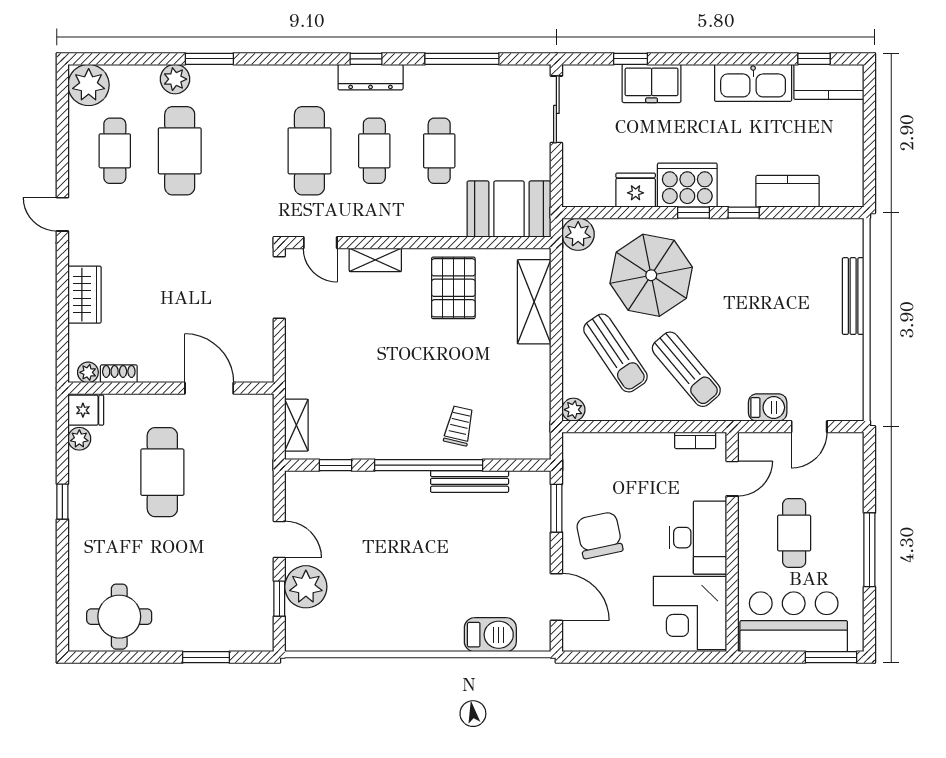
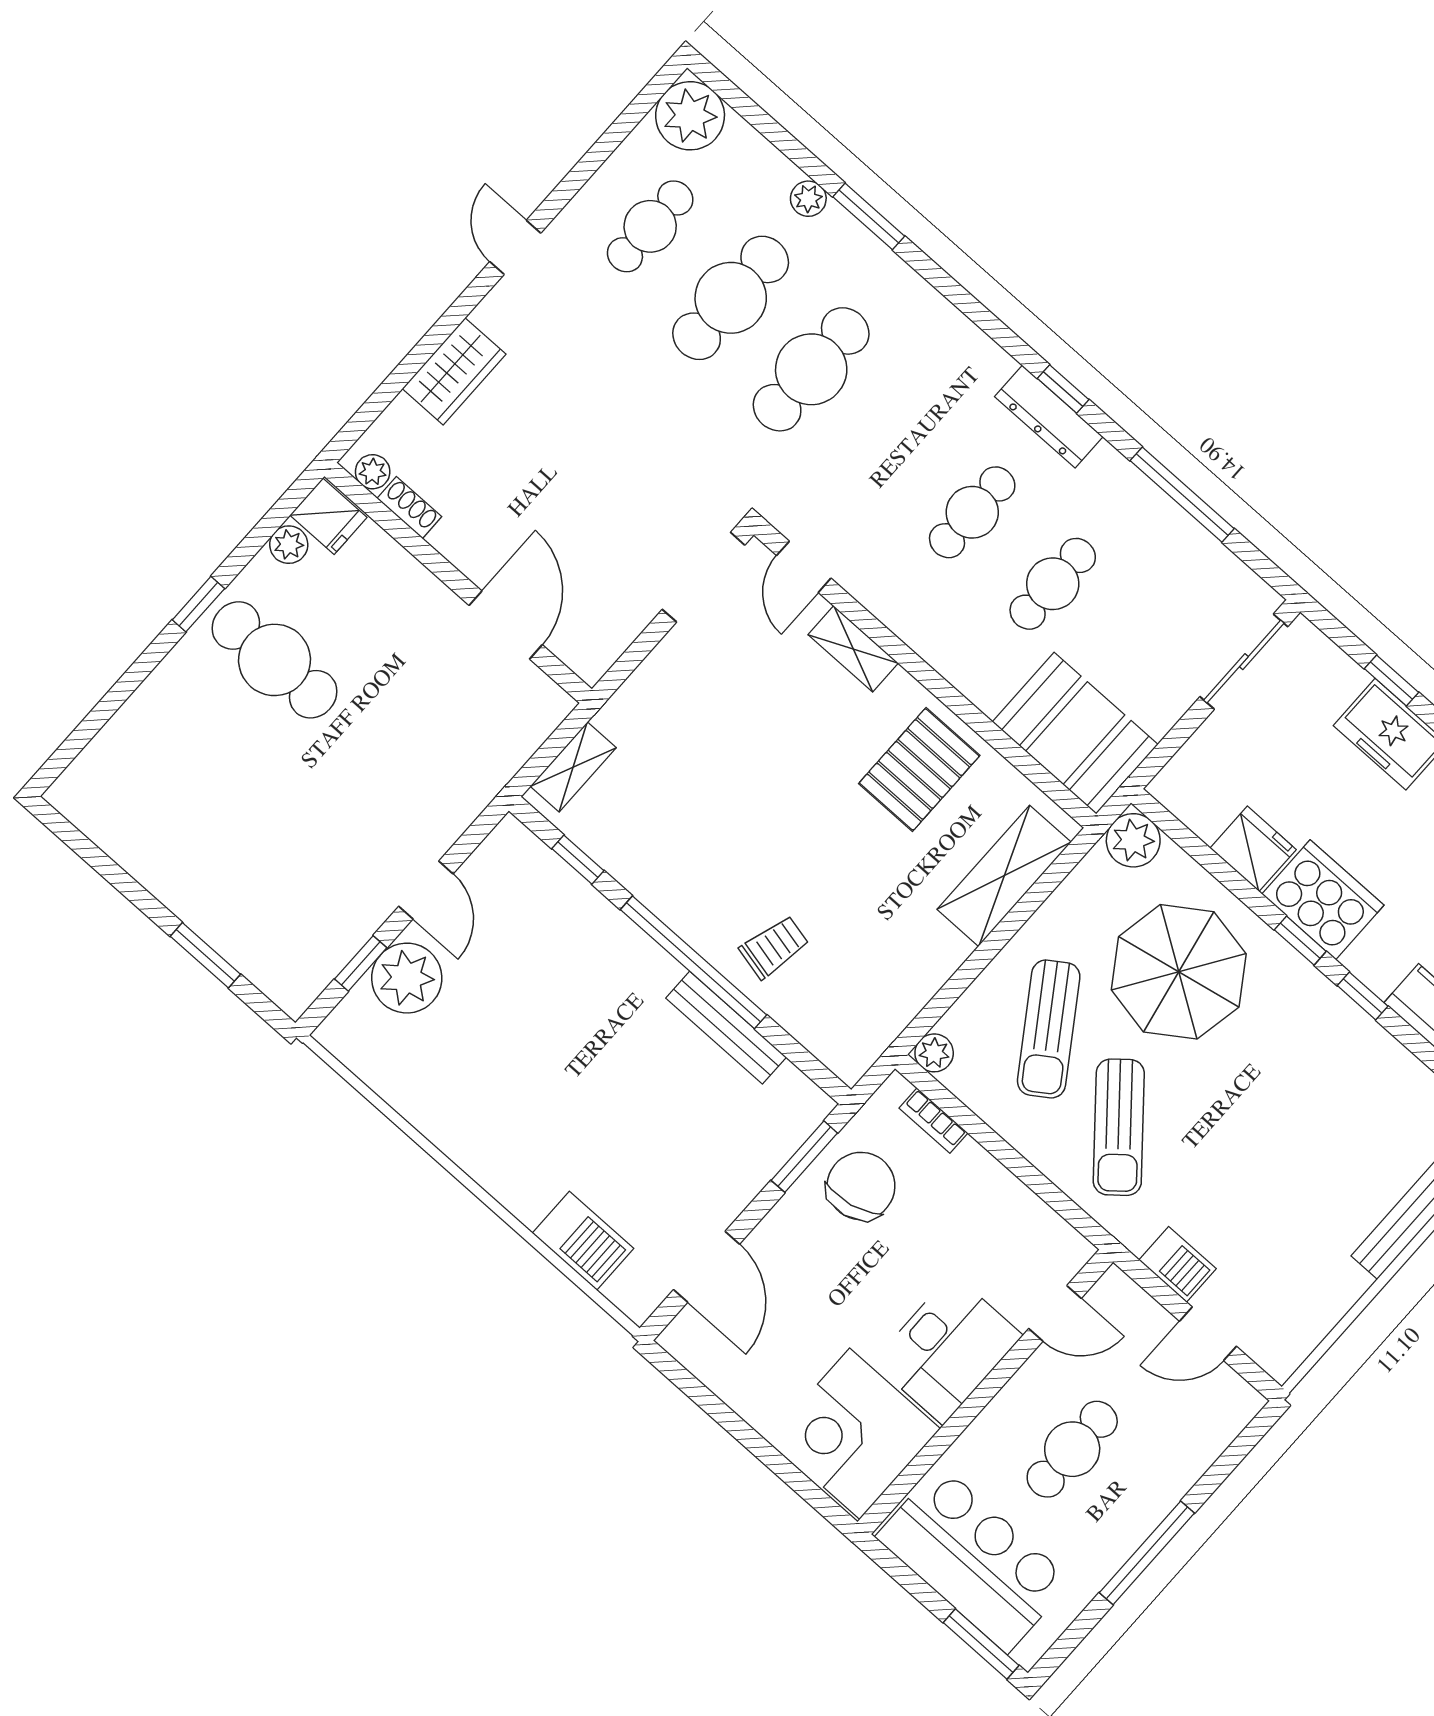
plant: (175, 79) -> (808, 199), width x0.73, depth x0.73
cafe table: (309, 151) -> (811, 369), moved
bookcase: (695, 440) -> (933, 1120), moved
cafe table: (162, 472) -> (274, 660), moved, turned 90
chair: (599, 535) -> (861, 1186), moved
round table: (119, 617) -> (142, 809), removed

